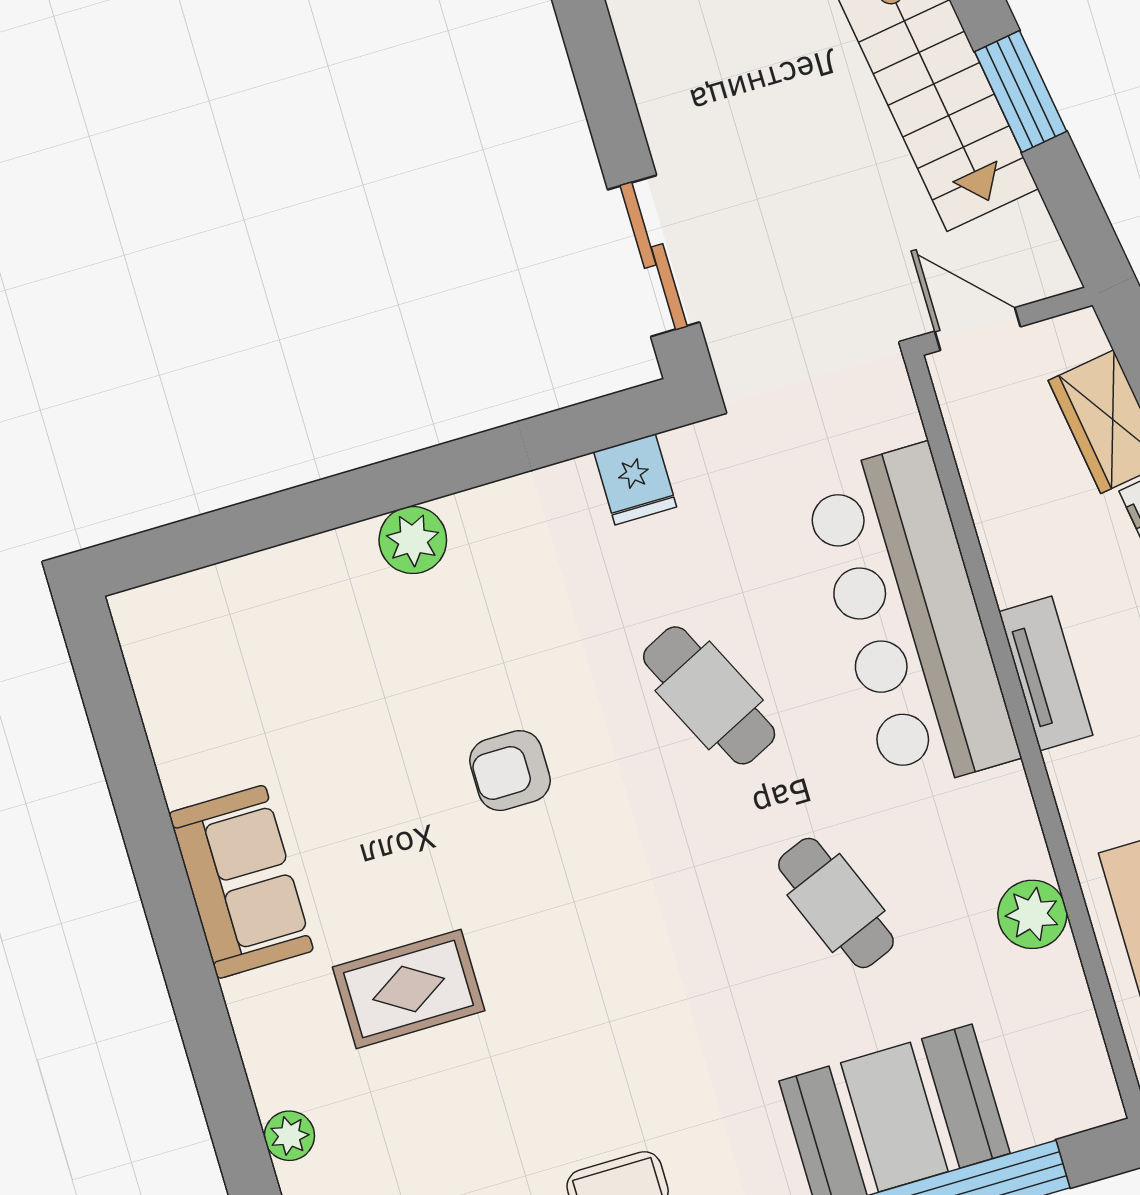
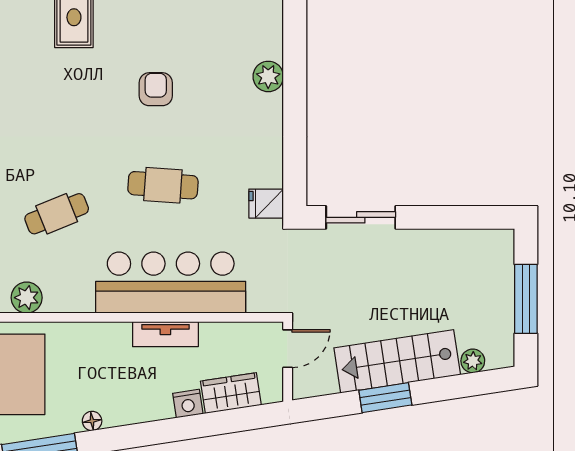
fridge: (635, 479) -> (266, 204), moved
tv unit: (1046, 673) -> (165, 334), moved
cafe table: (709, 695) -> (163, 185), turned 30

